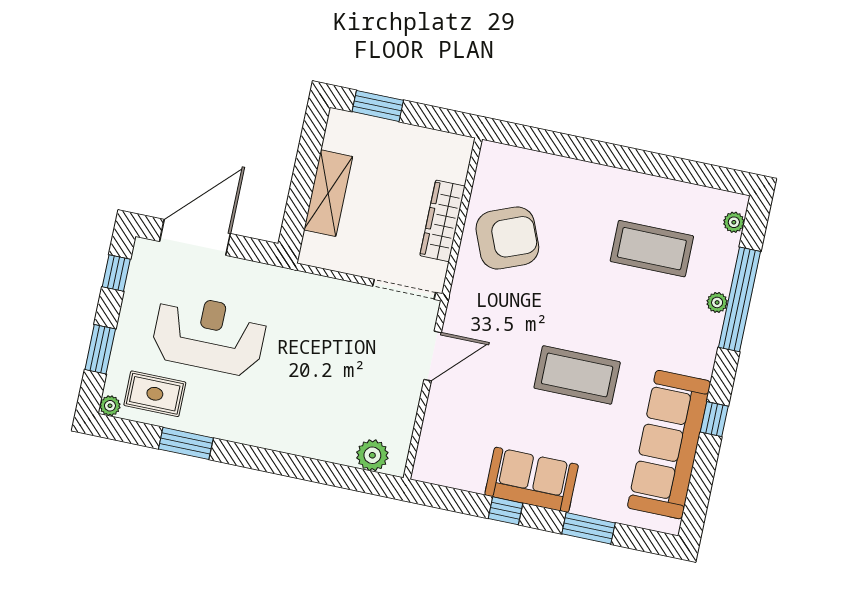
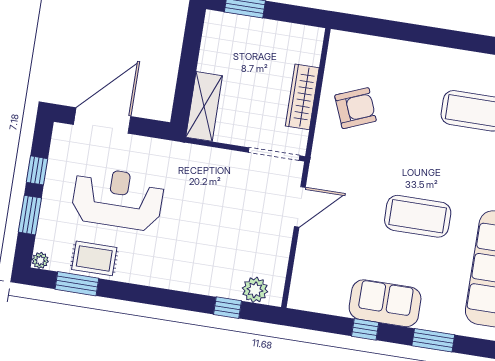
shelving: (328, 193) -> (204, 106), moved
armchair: (507, 238) -> (356, 108), width x0.73, depth x0.73
window: (116, 273) -> (37, 170), moved
rug: (155, 394) -> (94, 258), moved
window: (186, 443) -> (77, 284), moved
window: (337, 475) -> (227, 308), added

